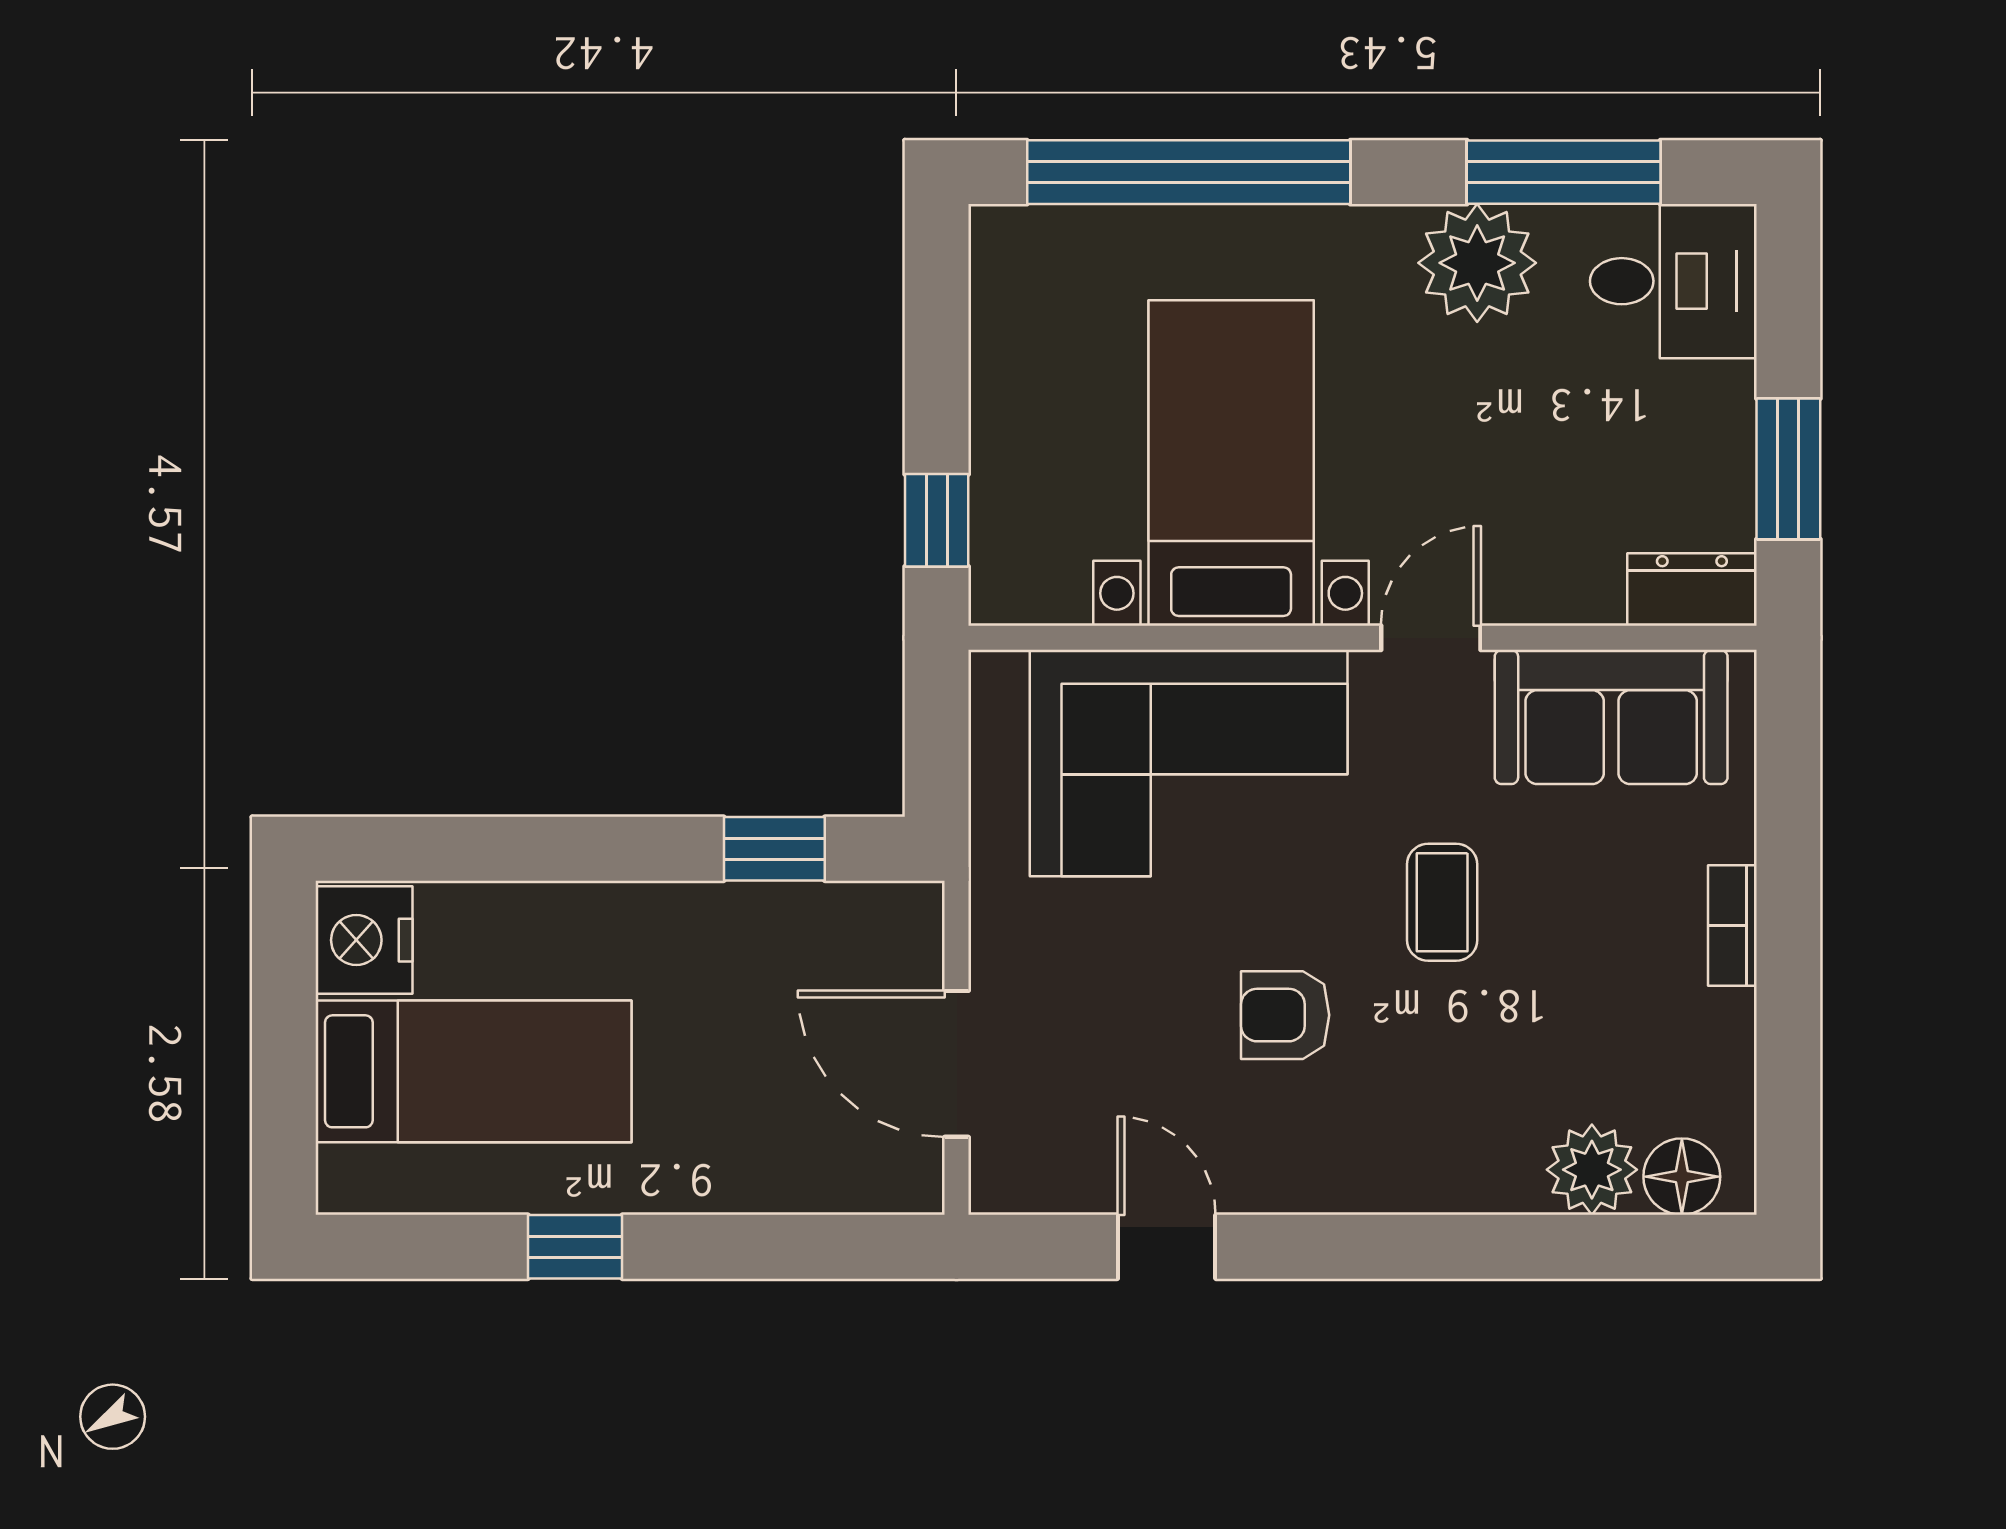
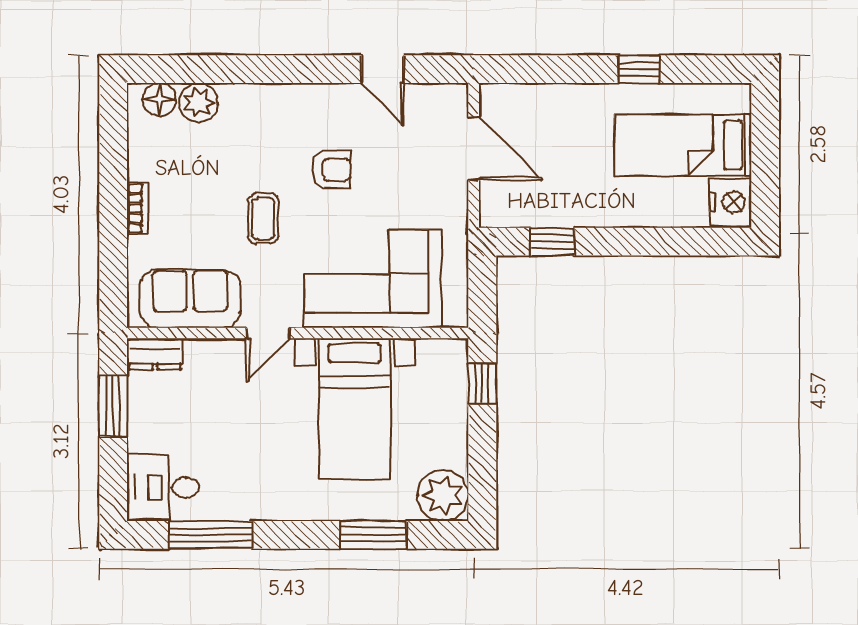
window: (1189, 172) -> (373, 535), width x0.47
plant: (1477, 263) -> (443, 495), moved

